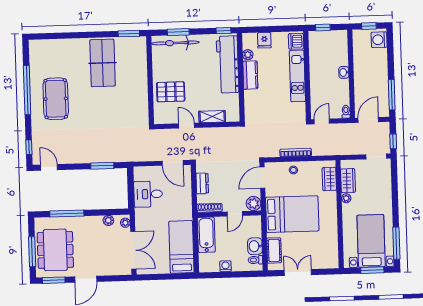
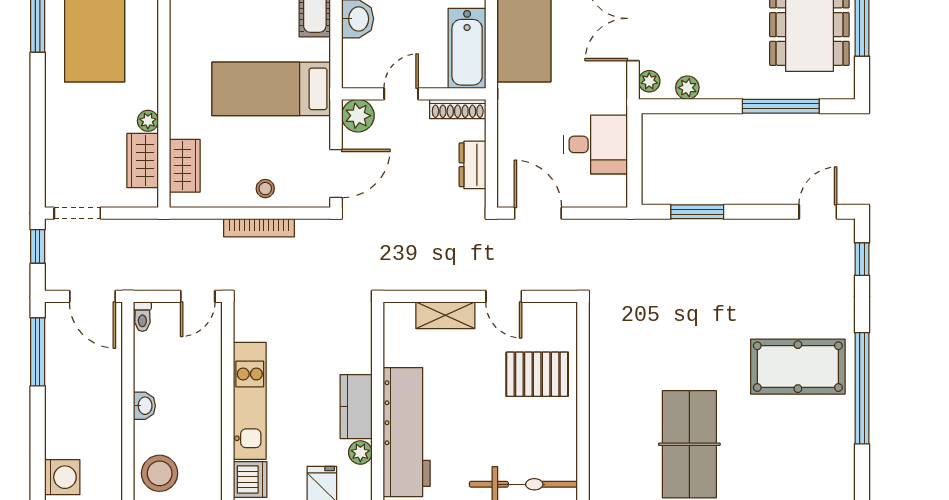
stool: (336, 43) -> (160, 473), added
pool table: (56, 99) -> (798, 367), turned 90
door: (368, 120) -> (92, 296), hinge flipped
door: (49, 167) -> (818, 212), swing flipped
bed: (292, 214) -> (271, 89), width x0.67

